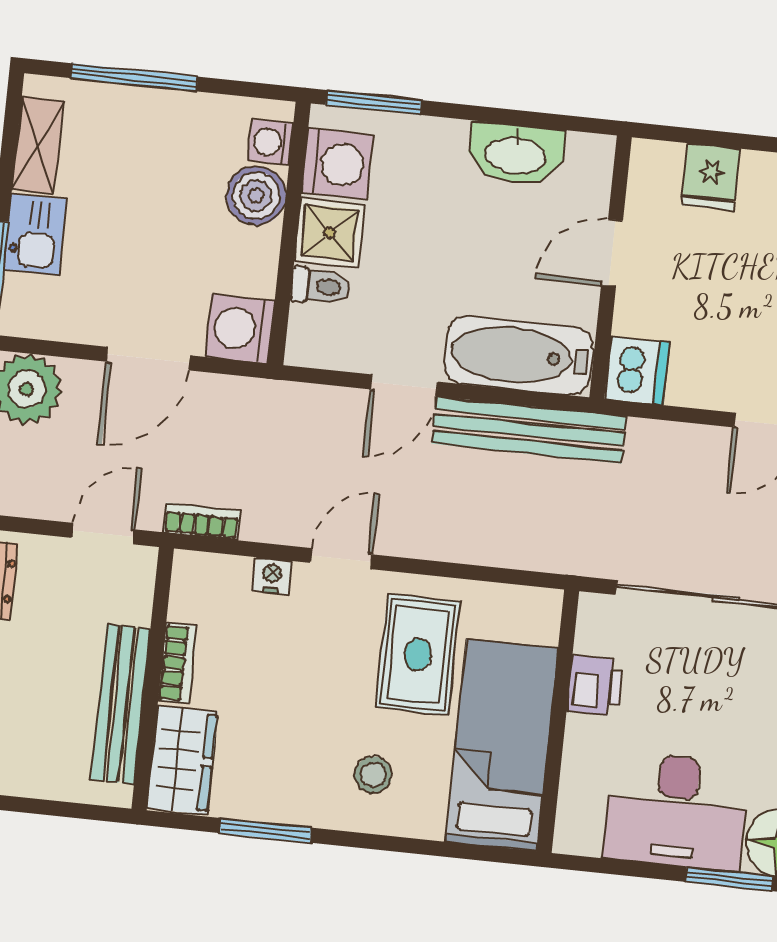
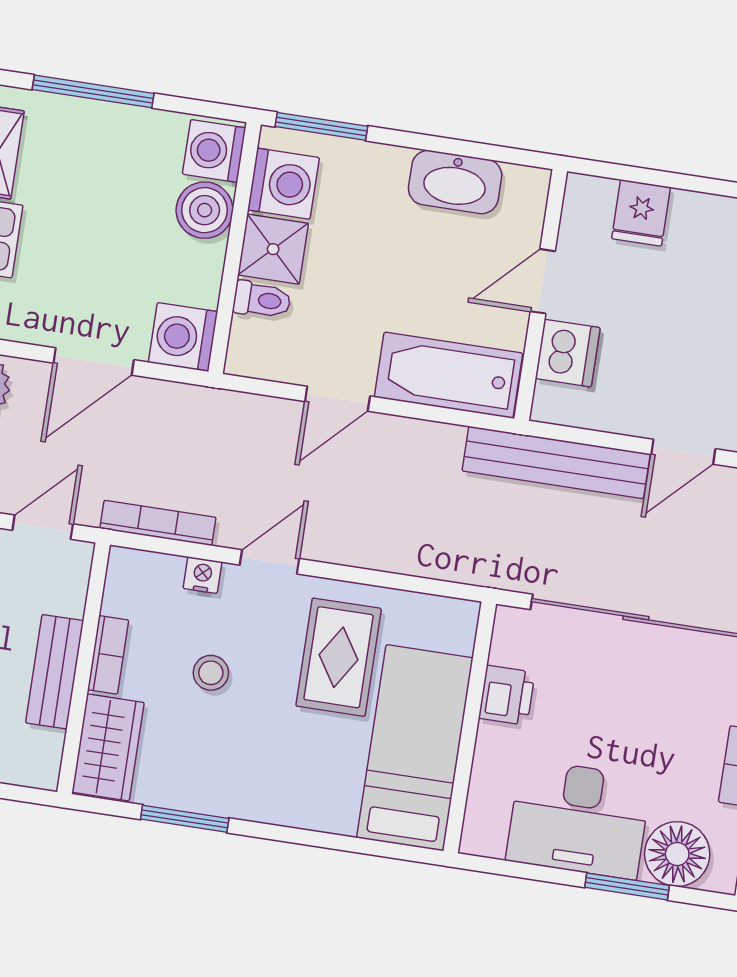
washing machine: (270, 142) -> (214, 151), width x1.38, depth x1.38
dishwasher: (637, 371) -> (568, 353), moved
bench: (529, 430) -> (556, 462), moved
bookcase: (202, 521) -> (158, 523), width x1.56
bench: (121, 704) -> (55, 672), width x0.73
stool: (373, 775) -> (211, 673), moved

